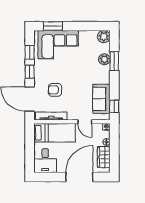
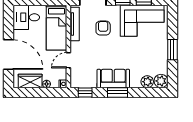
window: (53, 26) -> (172, 50), moved
corner sofa: (58, 45) -> (142, 21), moved, turned -90
plant: (104, 59) -> (147, 82), moved
window: (114, 61) -> (117, 92), moved
sofa: (101, 99) -> (113, 78), moved

